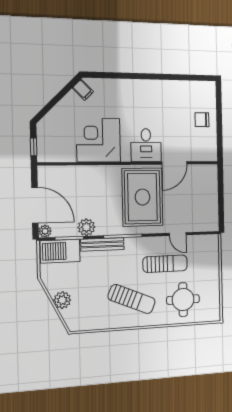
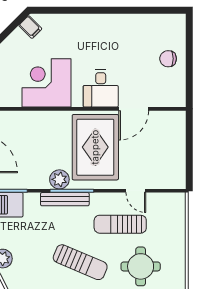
plant: (86, 227) -> (59, 179), moved
bench: (102, 244) -> (65, 199), moved
sun lounger: (165, 264) -> (120, 224), turned 180

